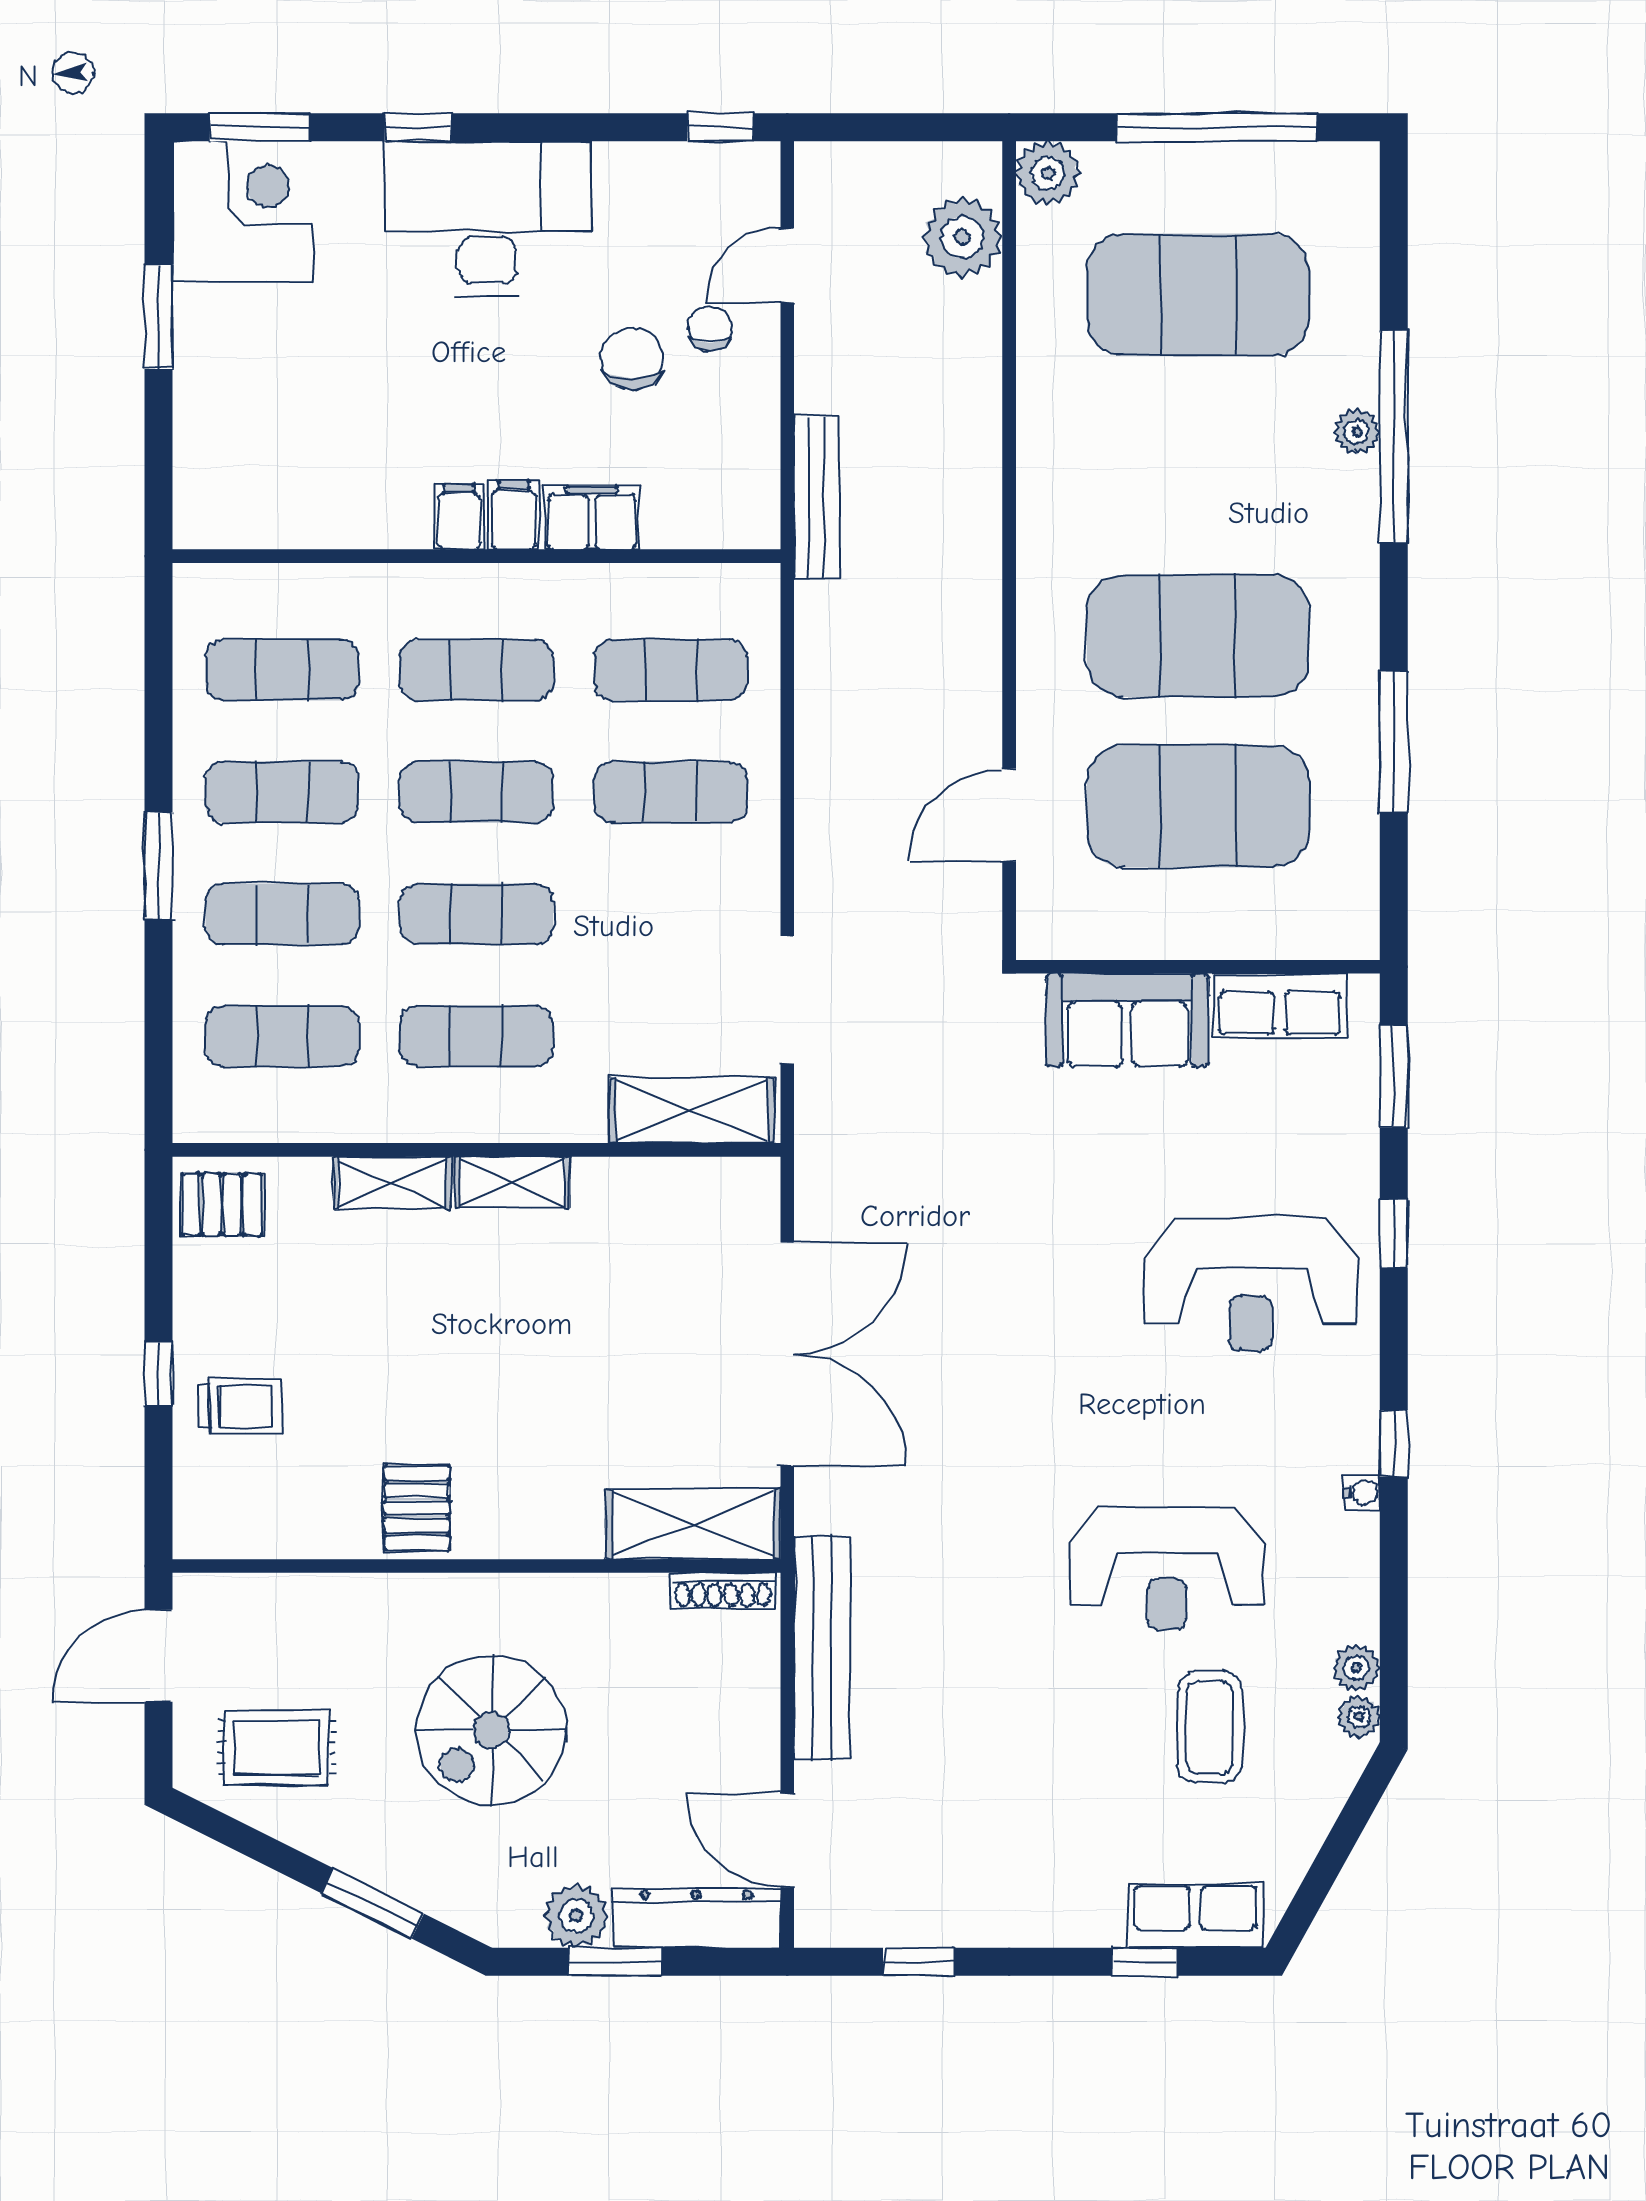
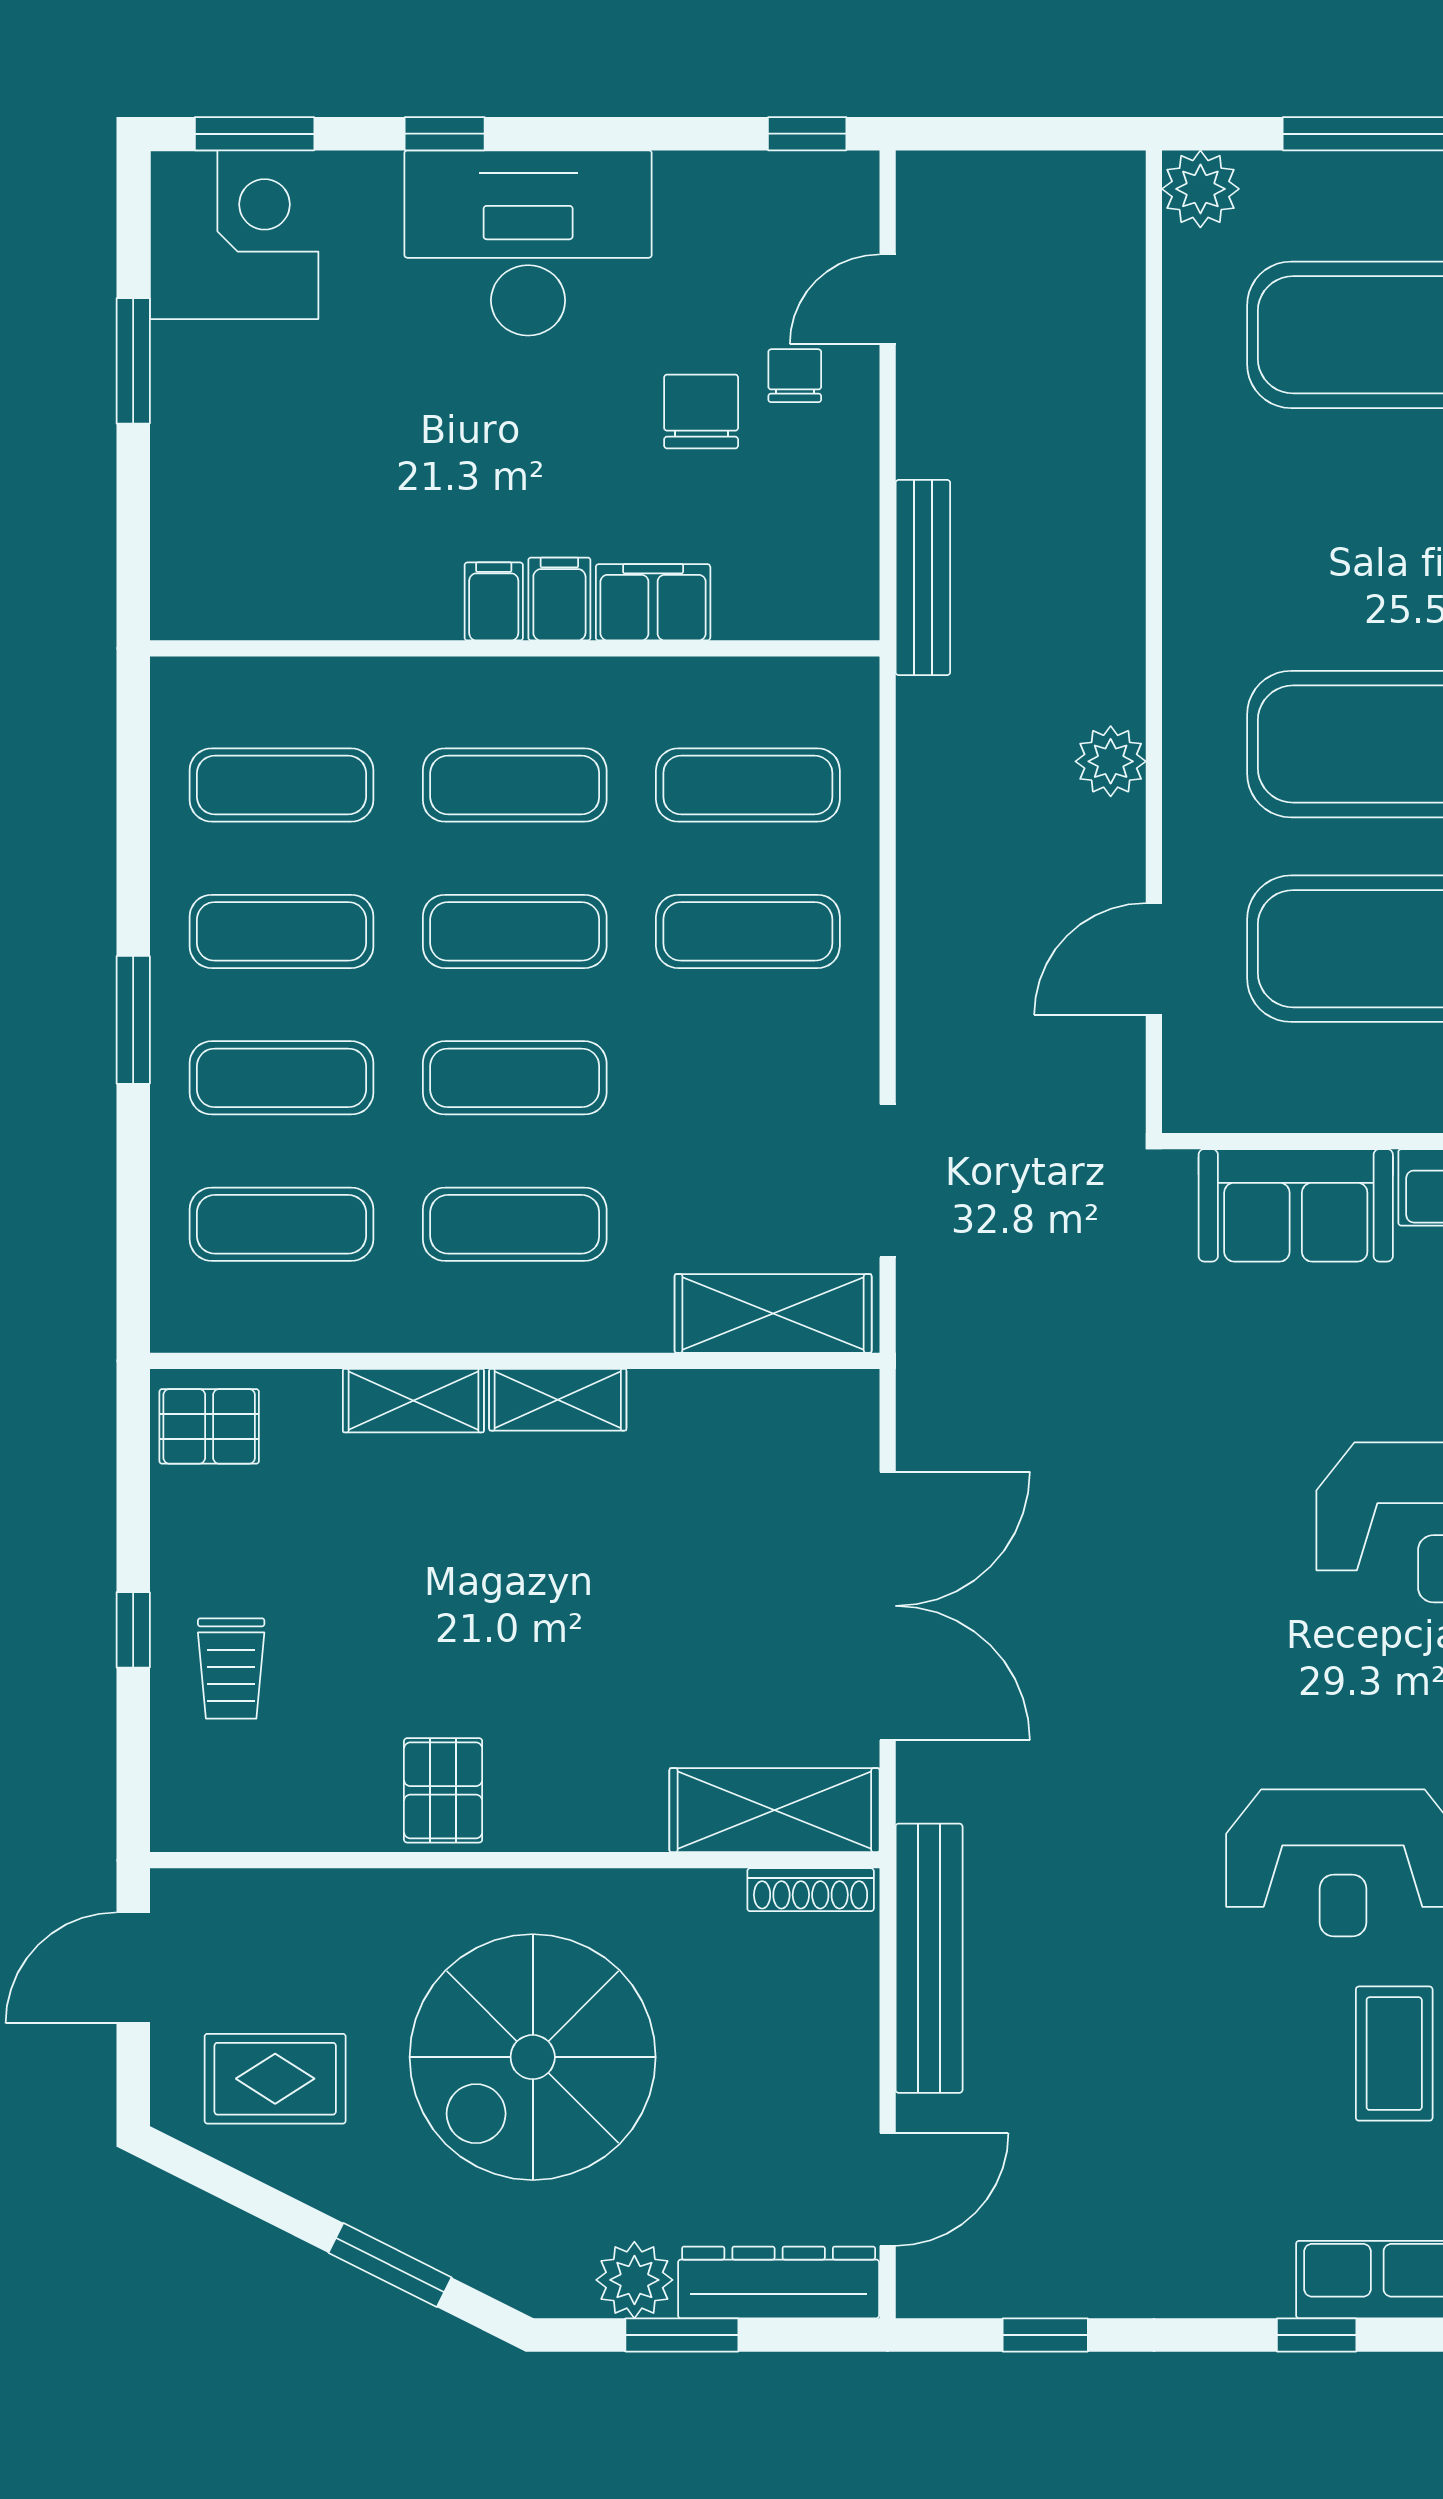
plant: (962, 238) -> (1111, 761), moved, width x0.73, depth x0.73
trolley: (240, 1406) -> (231, 1668), turned 90
spiral stairs: (491, 1730) -> (533, 2057), width x1.37, depth x1.37
door: (787, 1840) -> (888, 2189), swing flipped

